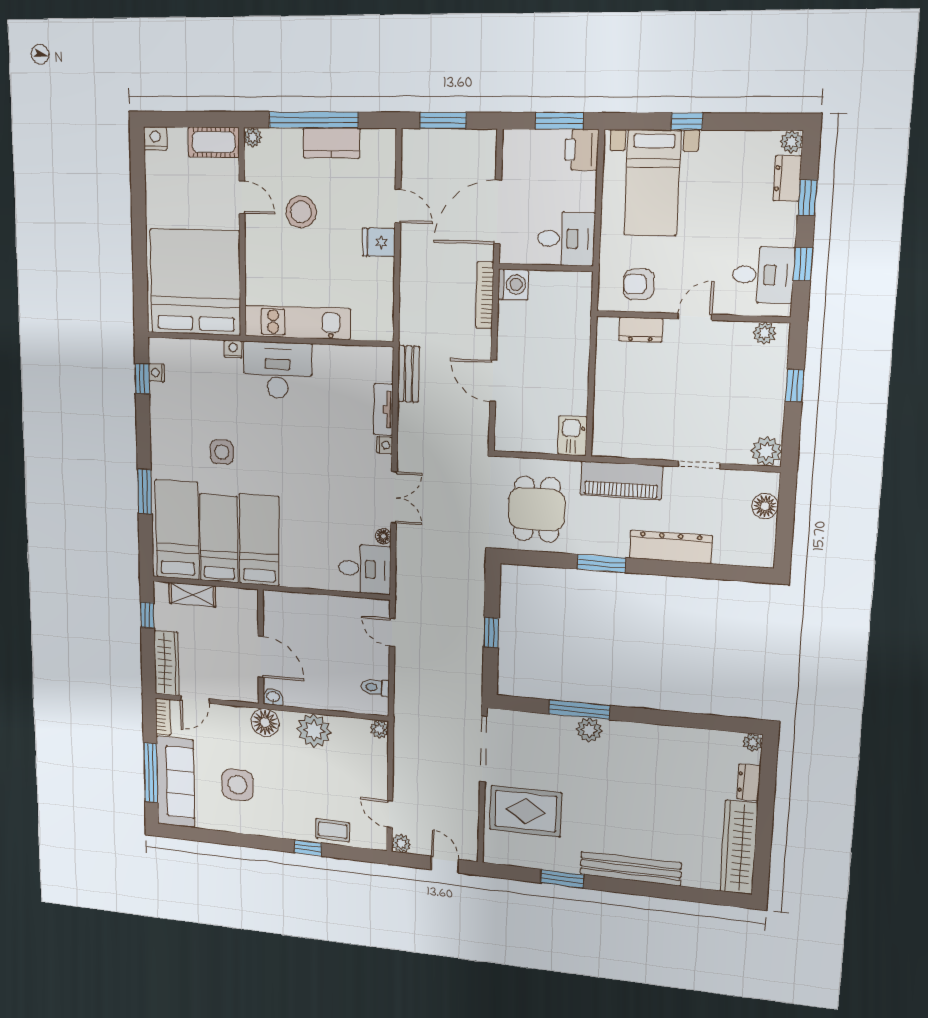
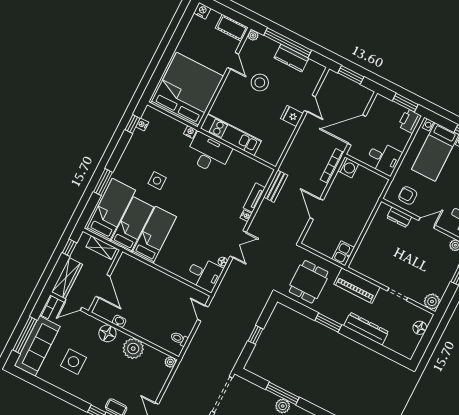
wall: (261, 647) -> (106, 281), moved
door: (261, 657) -> (103, 286), moved

